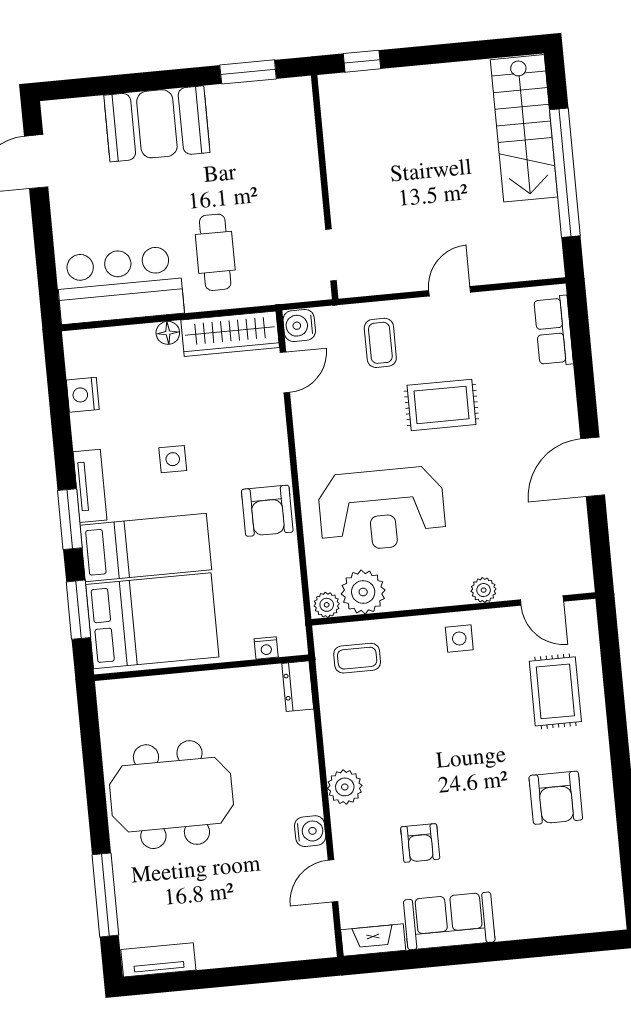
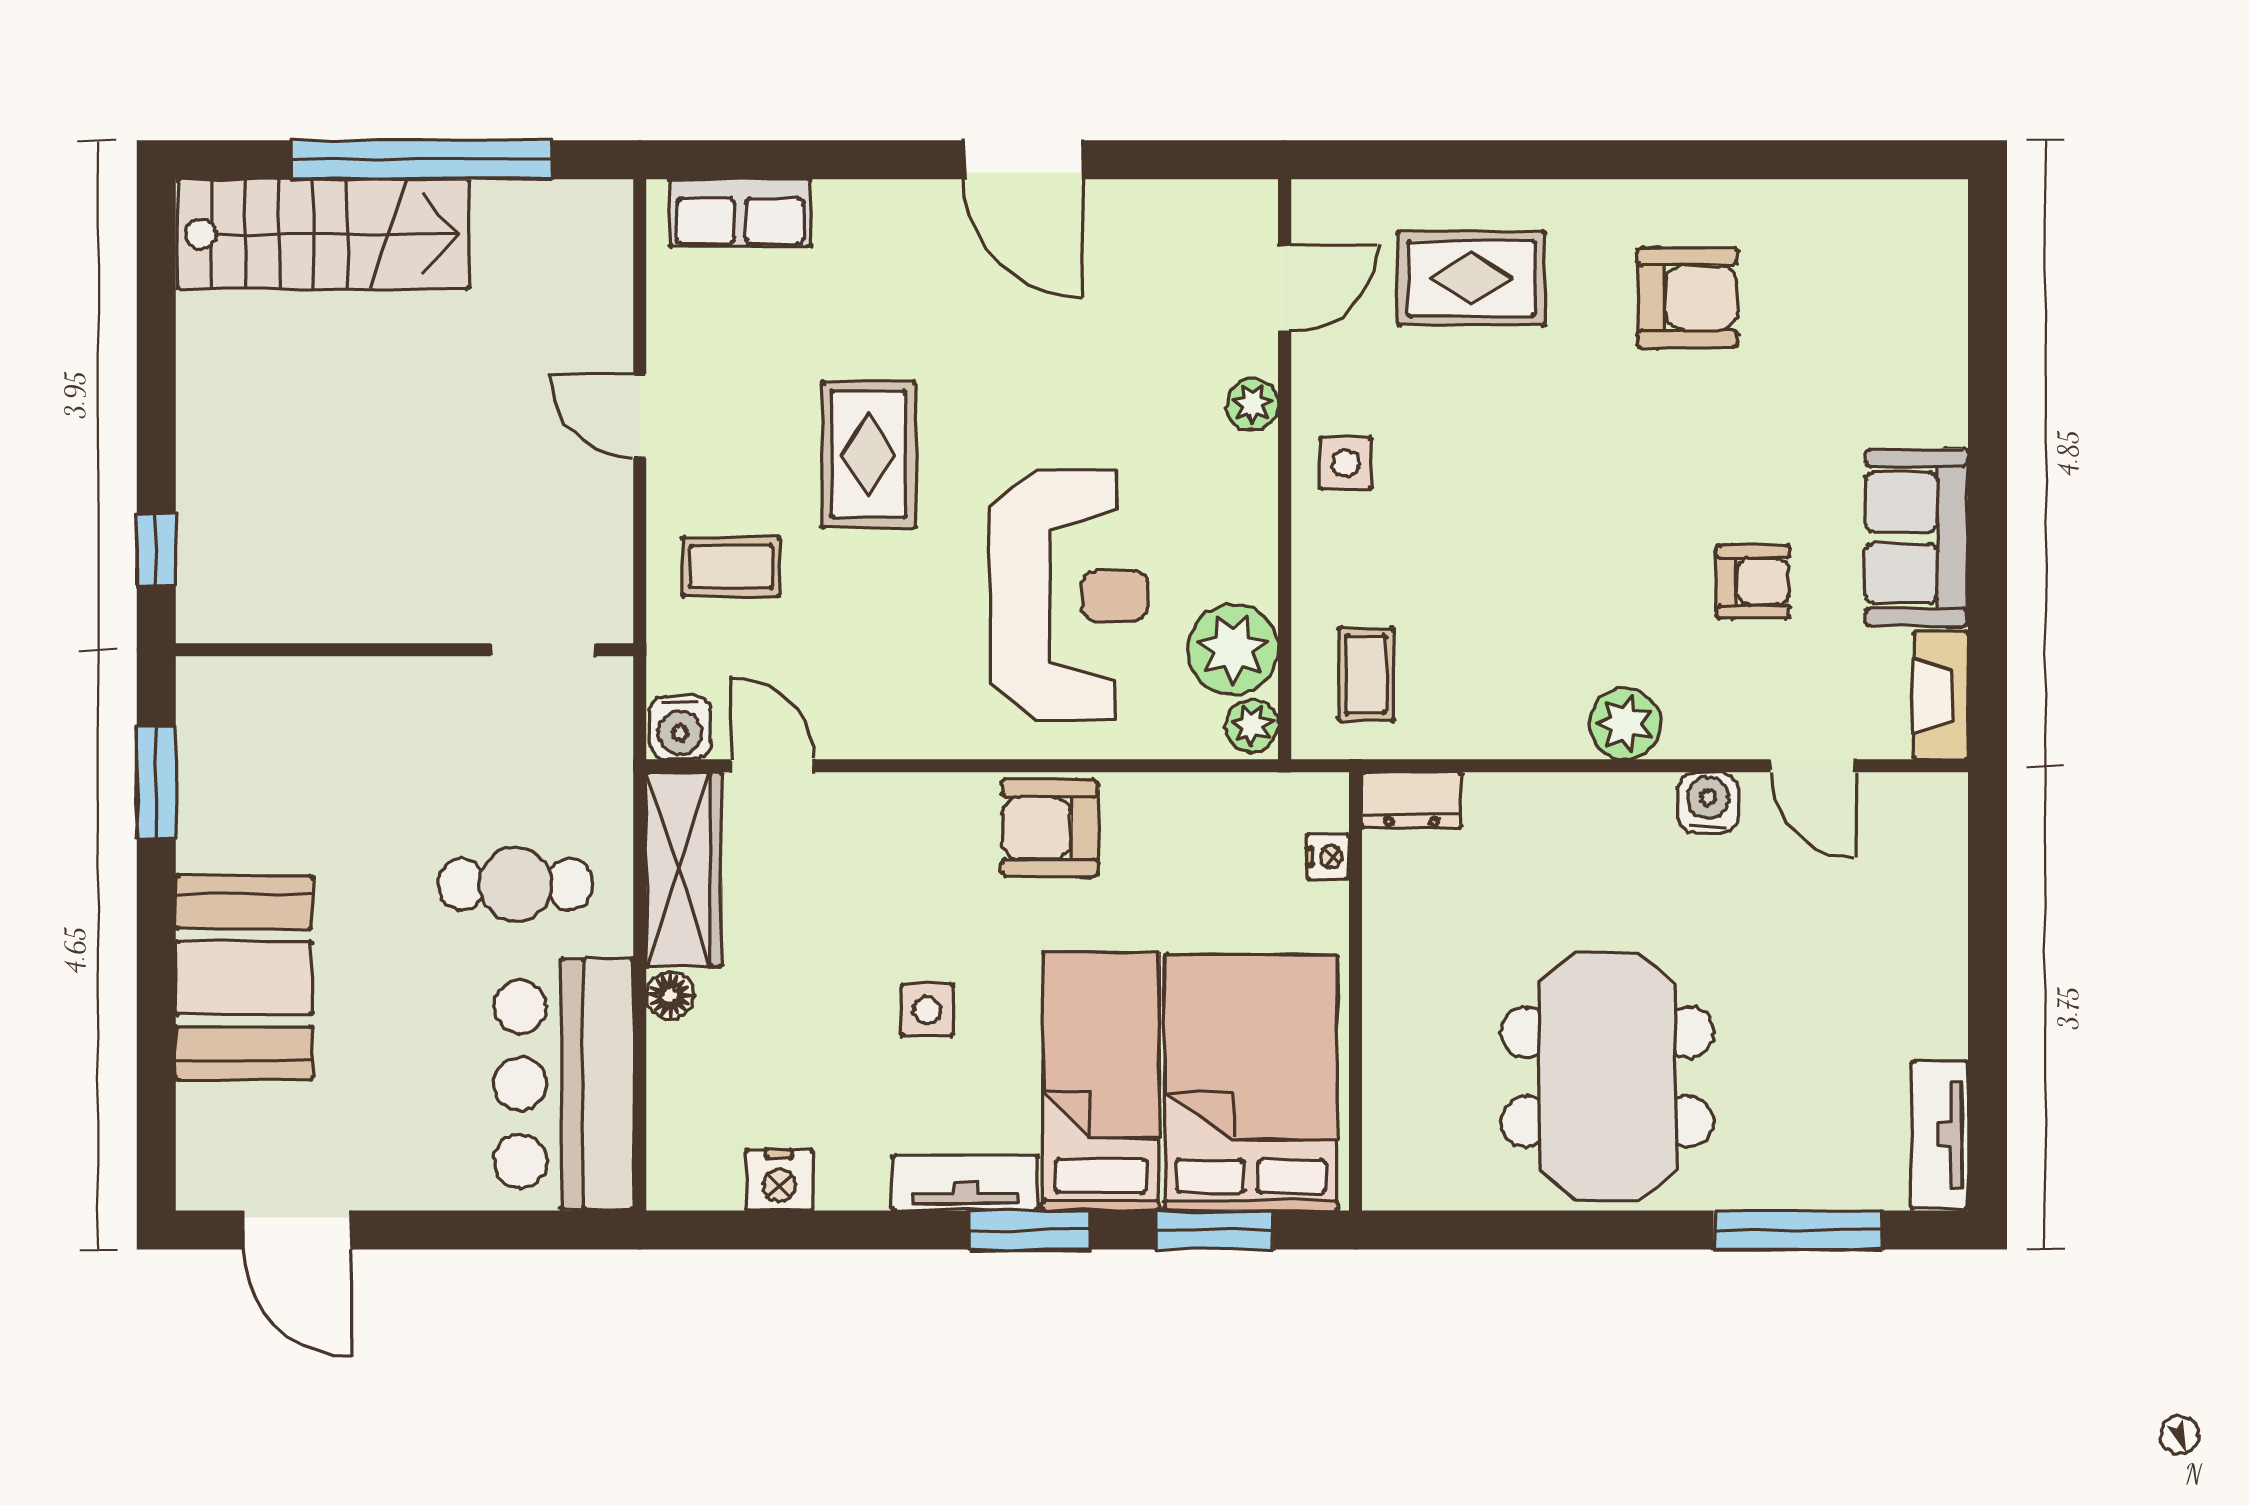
armchair: (267, 511) -> (1050, 828), turned 180

